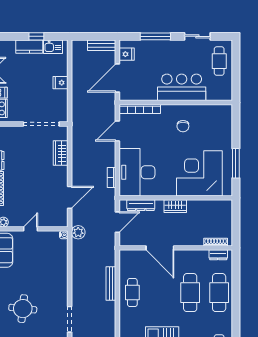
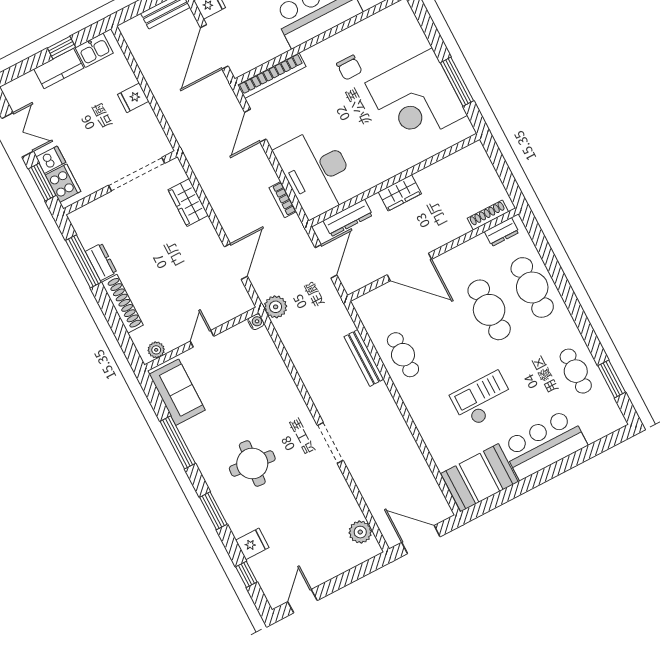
corner desk: (199, 173) -> (416, 99), moved, turned -90

